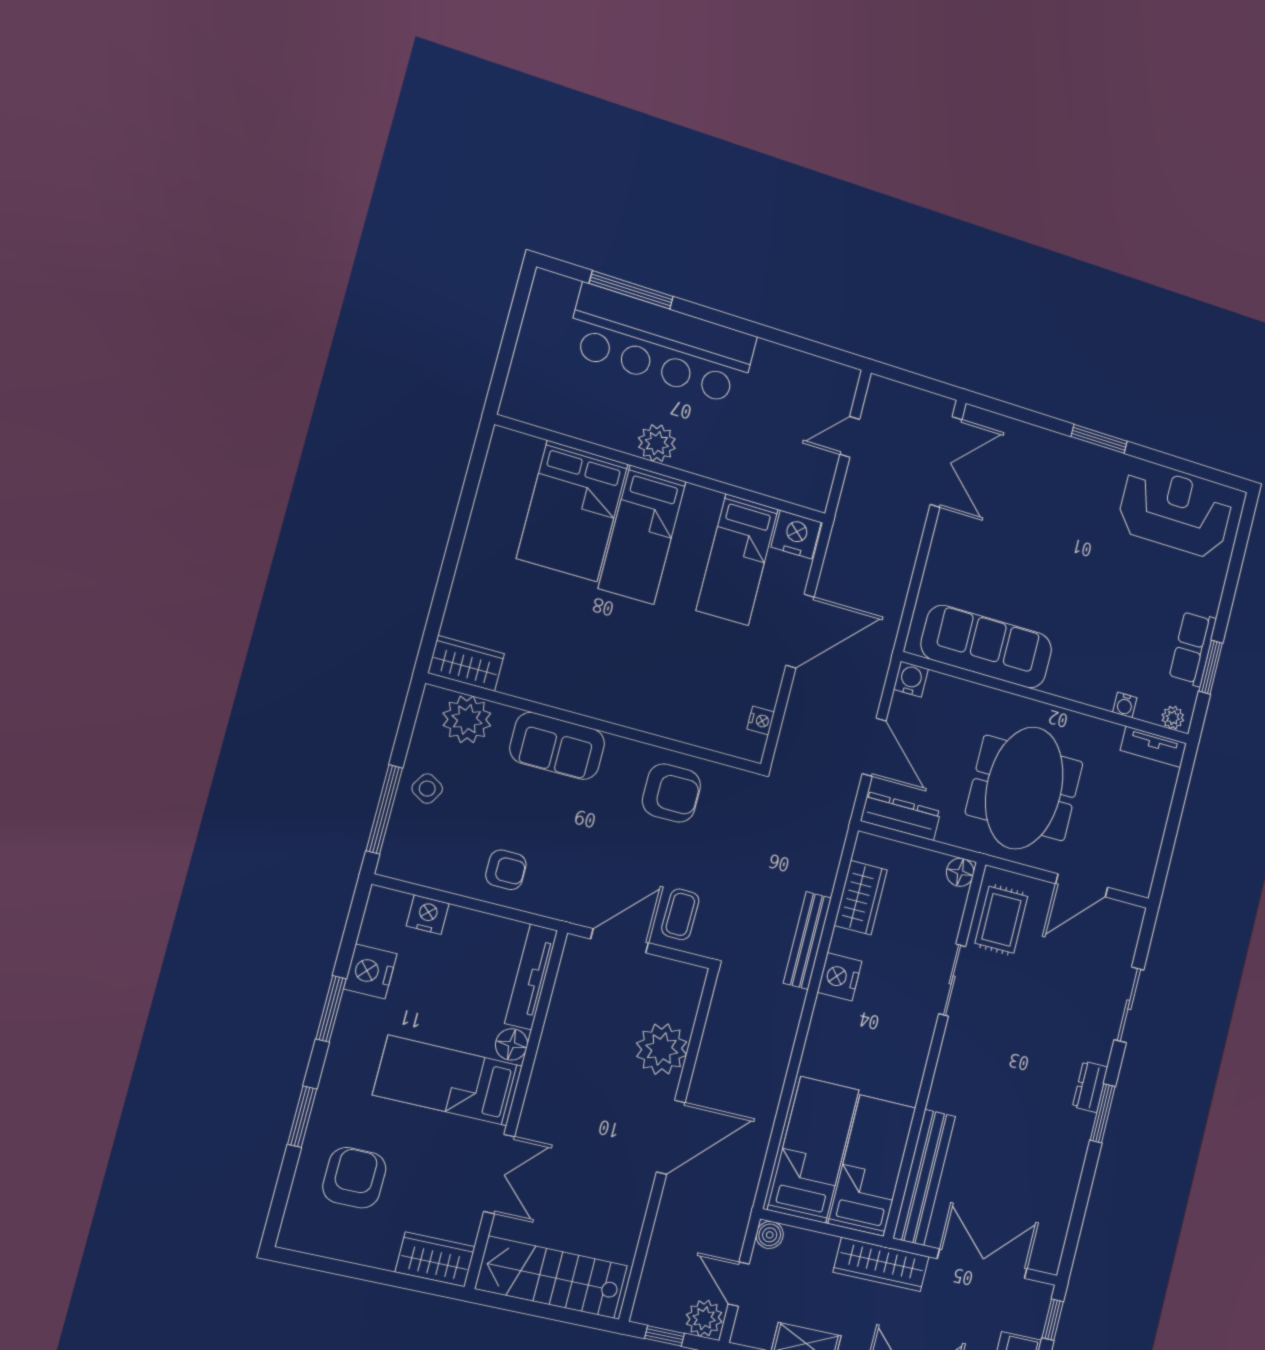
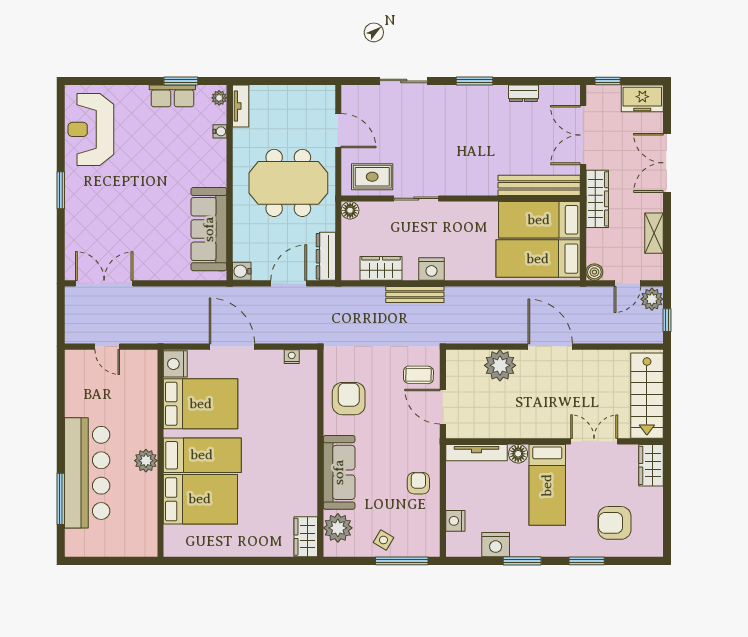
bed: (737, 560) -> (201, 404), width x1.50
sofa: (557, 746) -> (339, 472), width x1.36
dresser: (1090, 1087) -> (523, 93), moved

